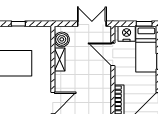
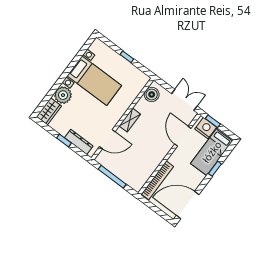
window: (144, 24) -> (213, 121), moved
shelving: (60, 60) -> (130, 120), moved

